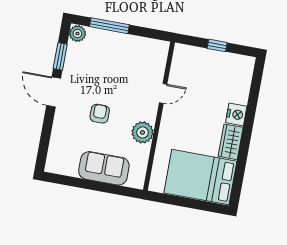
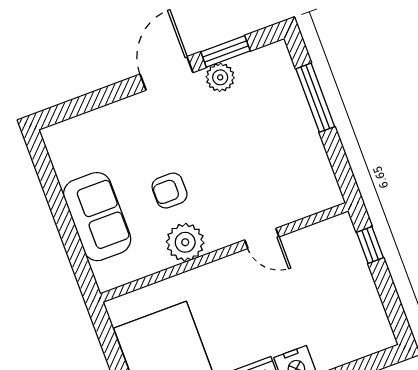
plant: (77, 34) -> (220, 77), moved
window: (217, 45) -> (370, 245), moved
armchair: (100, 114) -> (170, 191), moved, turned 180

